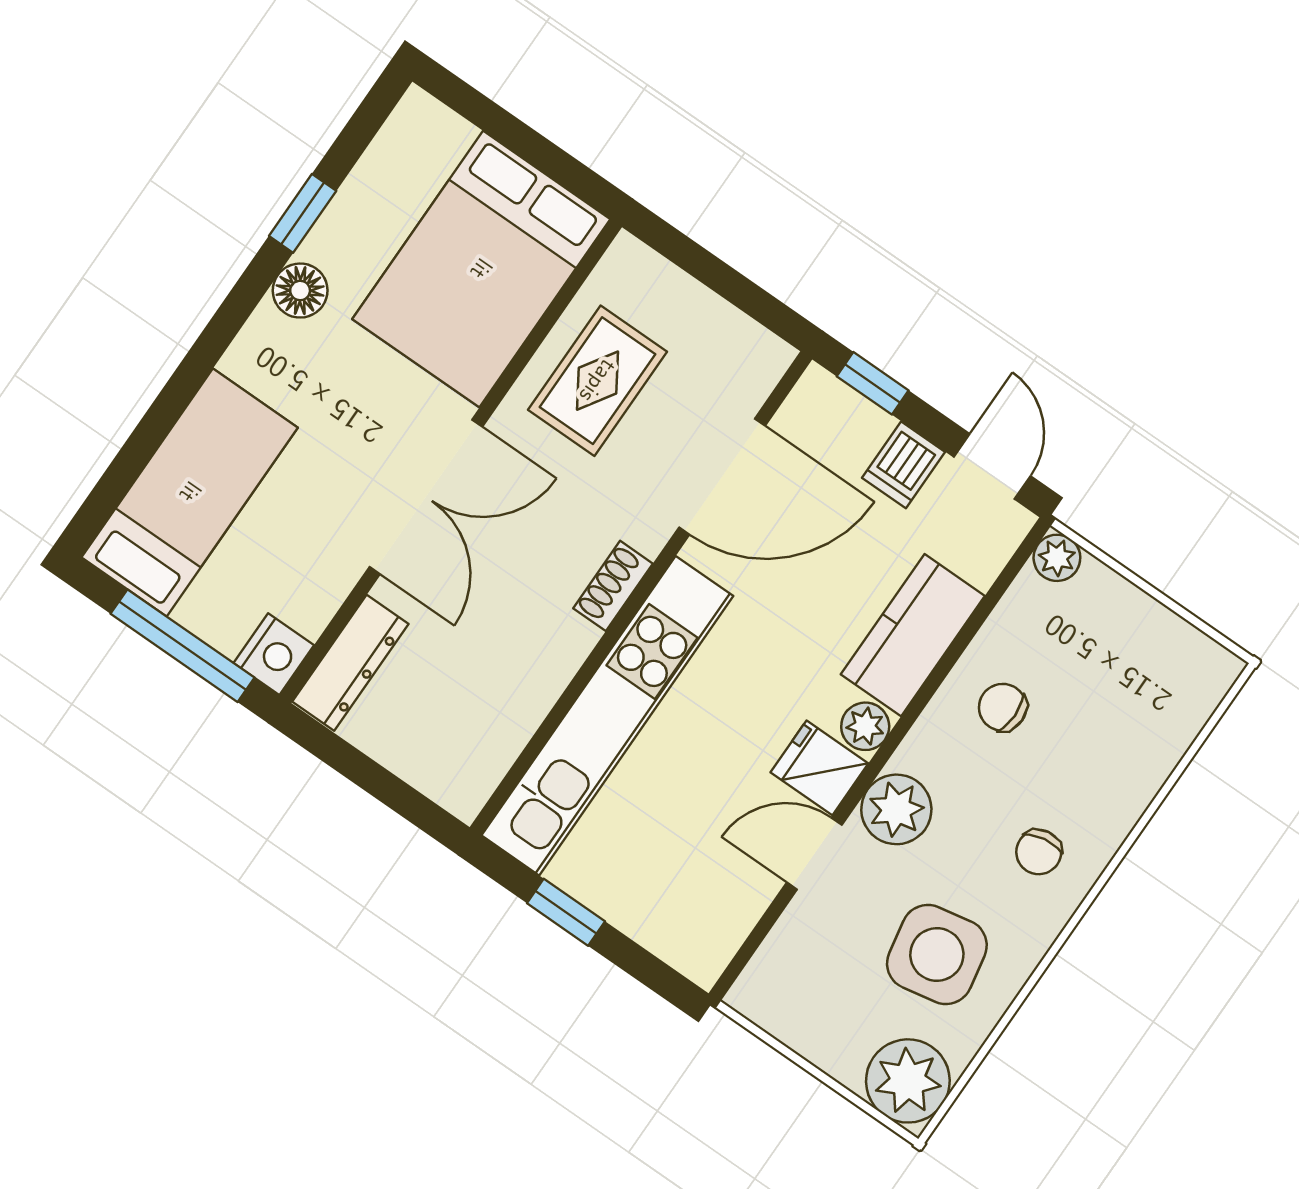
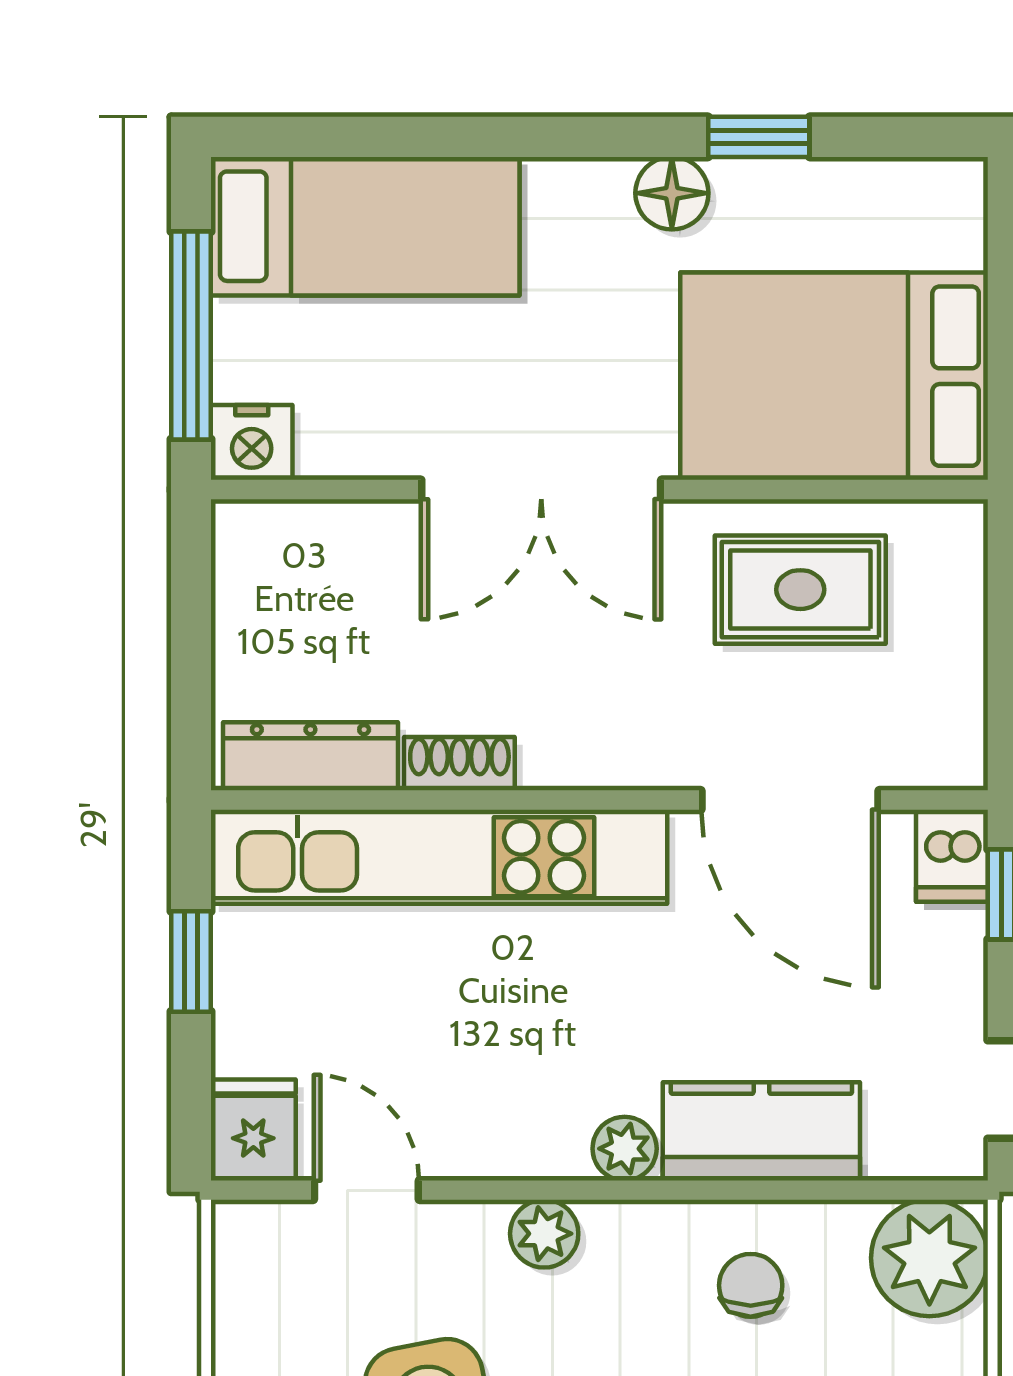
dishwasher: (903, 465) -> (952, 856), moved, turned -90
plant: (1057, 558) -> (929, 1258), width x1.88, depth x1.88
shoe rack: (613, 586) -> (459, 764), moved
dresser: (350, 663) -> (310, 756), moved, turned 180
fridge: (819, 768) -> (253, 1130), moved
plant: (896, 809) -> (544, 1234), width x0.73, depth x0.73
door: (814, 854) -> (366, 1190), moved

